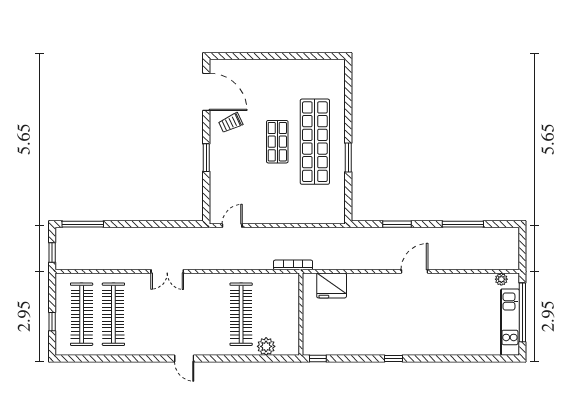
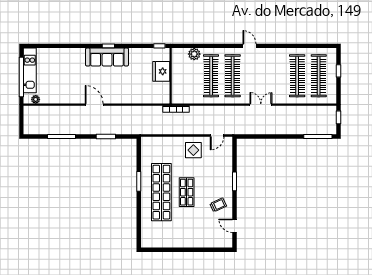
door: (206, 92) -> (235, 226), width x0.53
display table: (267, 204) -> (193, 150), added
door: (414, 271) -> (94, 105), swing flipped
fridge: (332, 285) -> (161, 71), moved, turned -90
clothes rail: (209, 314) -> (233, 76), added
sofa: (395, 342) -> (107, 57), added

